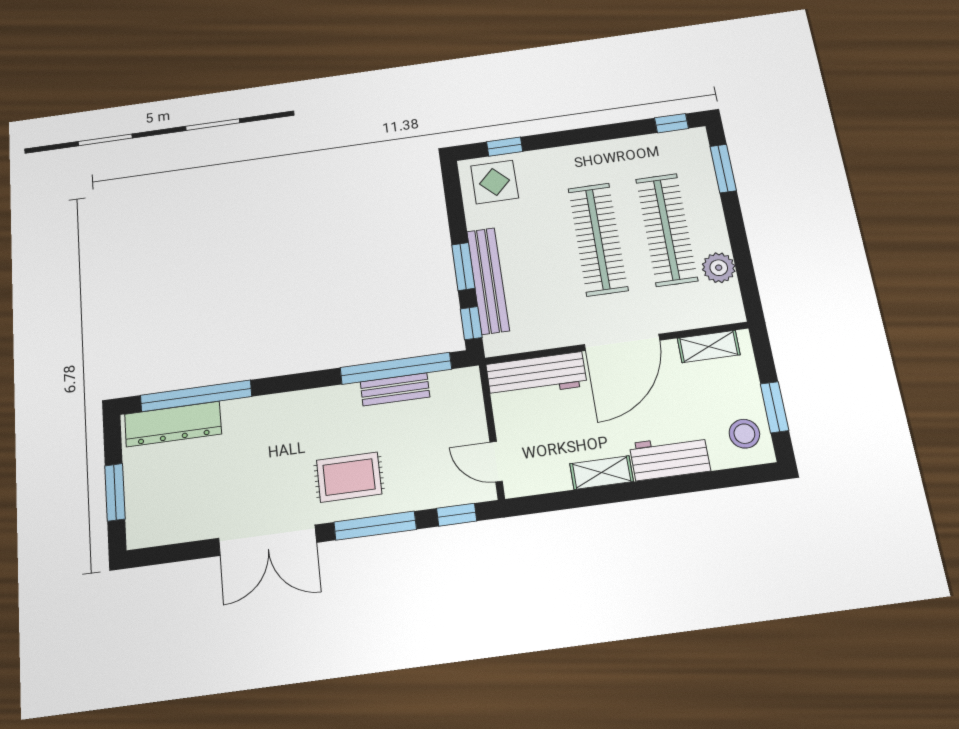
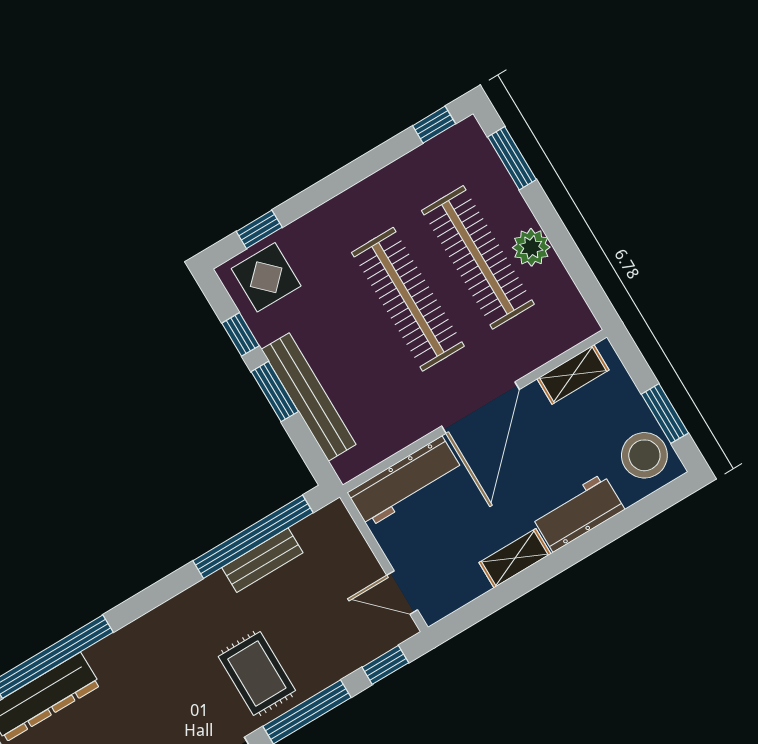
plant: (719, 268) -> (531, 247), moved
window: (471, 323) -> (241, 334), moved
stool: (744, 434) -> (644, 455), width x1.38, depth x1.38
rug: (349, 477) -> (257, 674), turned 90

